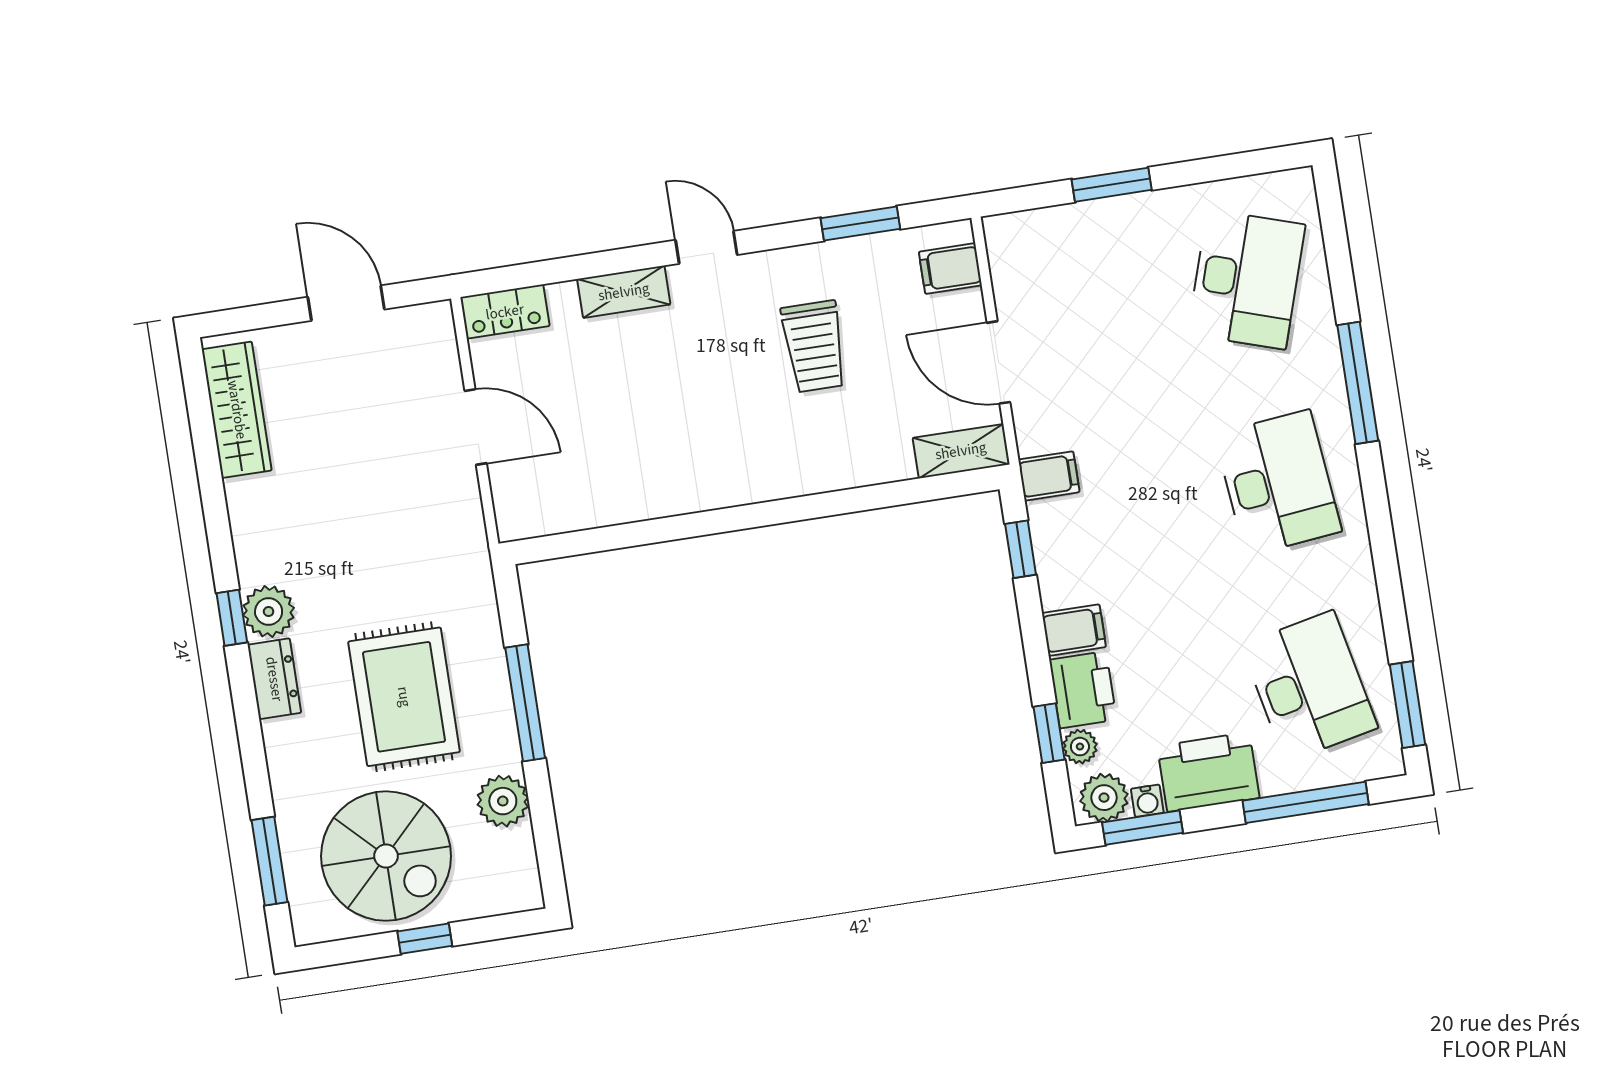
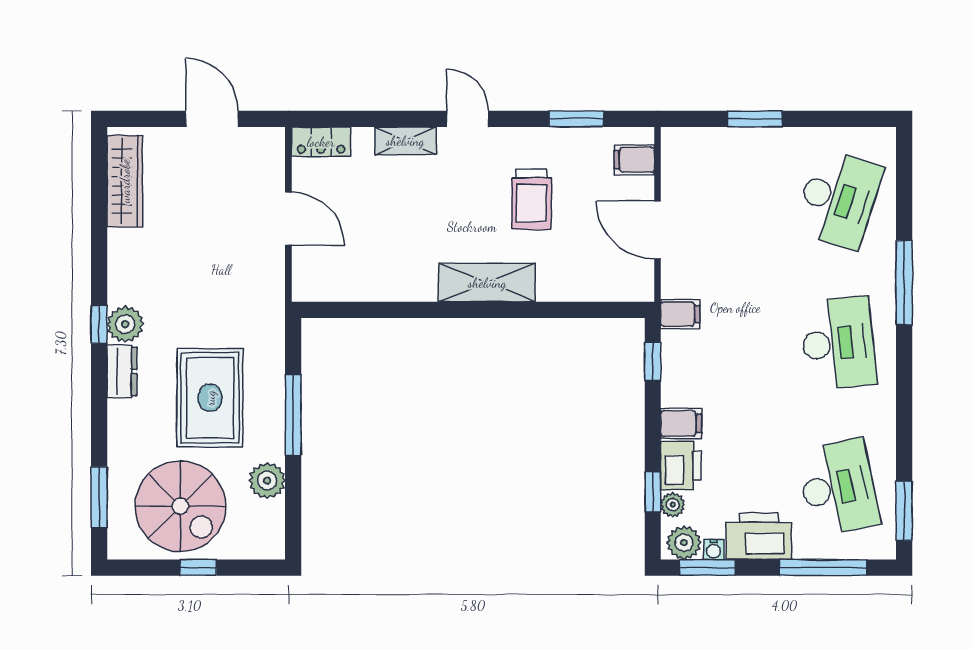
shelving: (961, 451) -> (487, 283), moved, width x1.50, depth x1.33

